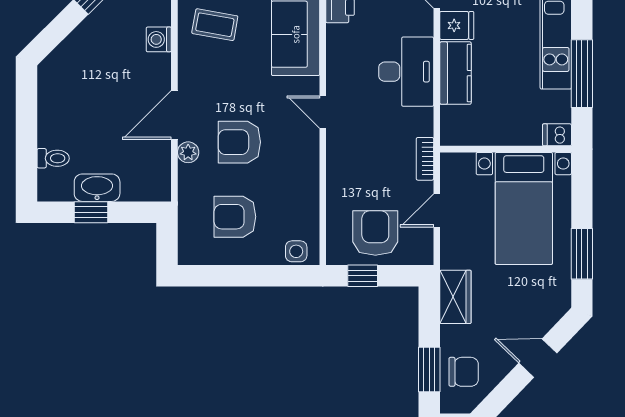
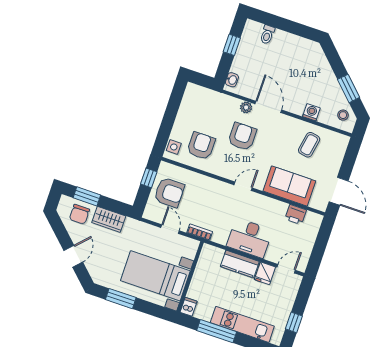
washbasin: (97, 188) -> (232, 80), moved, width x0.52, depth x0.69
armchair: (235, 217) -> (201, 146), moved
wardrobe: (455, 297) -> (109, 219), moved

